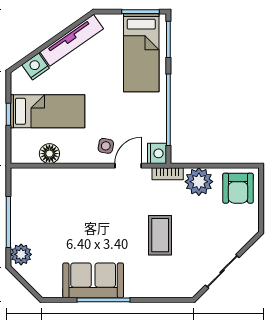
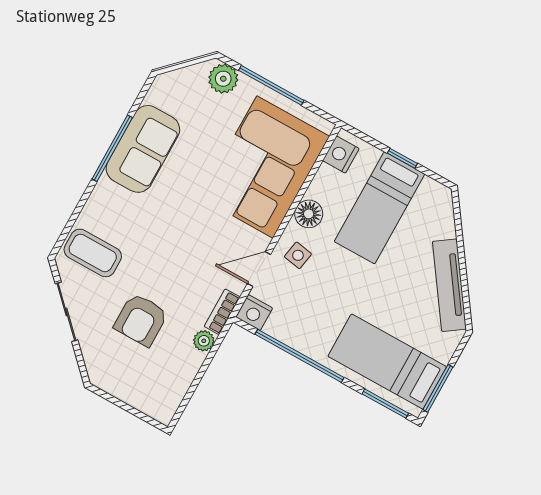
nightstand: (36, 66) -> (341, 155), moved, turned -145
floor lamp: (49, 154) -> (309, 214), moved
door: (128, 166) -> (259, 269), swing flipped
plant: (199, 182) -> (204, 341), width x0.53, depth x0.53
armchair: (238, 188) -> (141, 320), moved, turned -90
corner sofa: (62, 197) -> (265, 167), added
coffee table: (160, 235) -> (93, 253), moved

